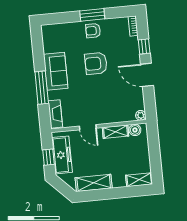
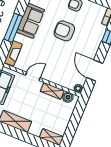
door: (147, 75) -> (95, 71), moved
door: (88, 127) -> (33, 76), swing flipped

